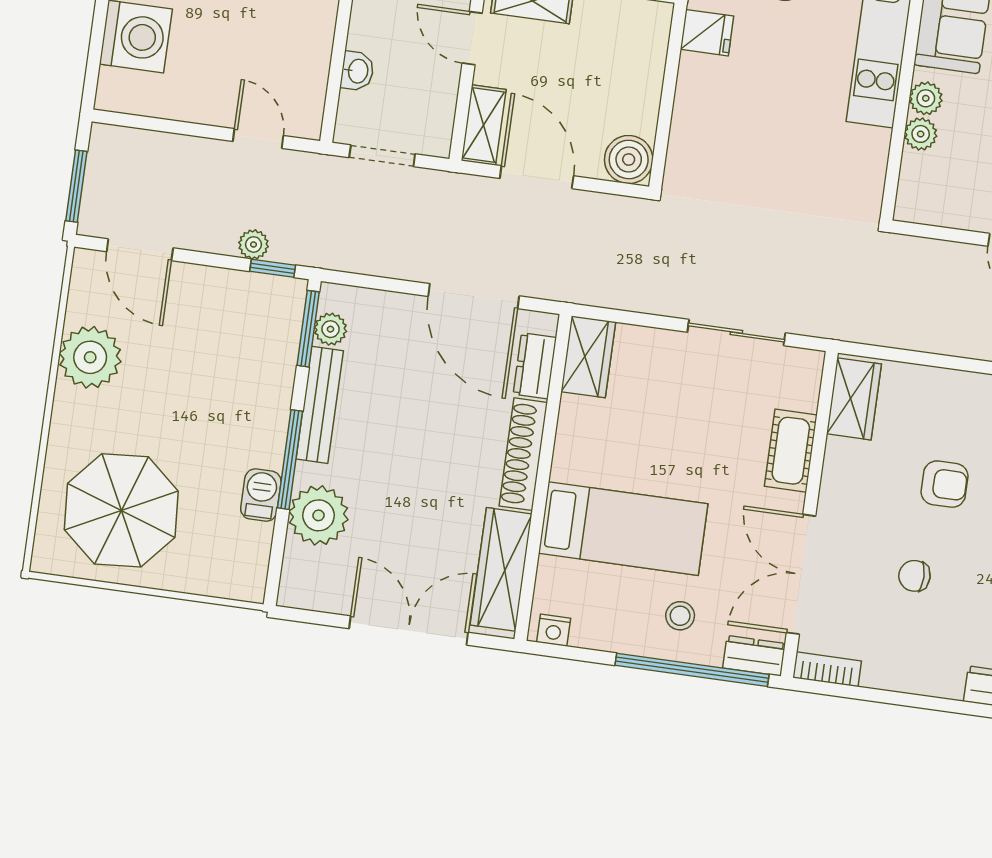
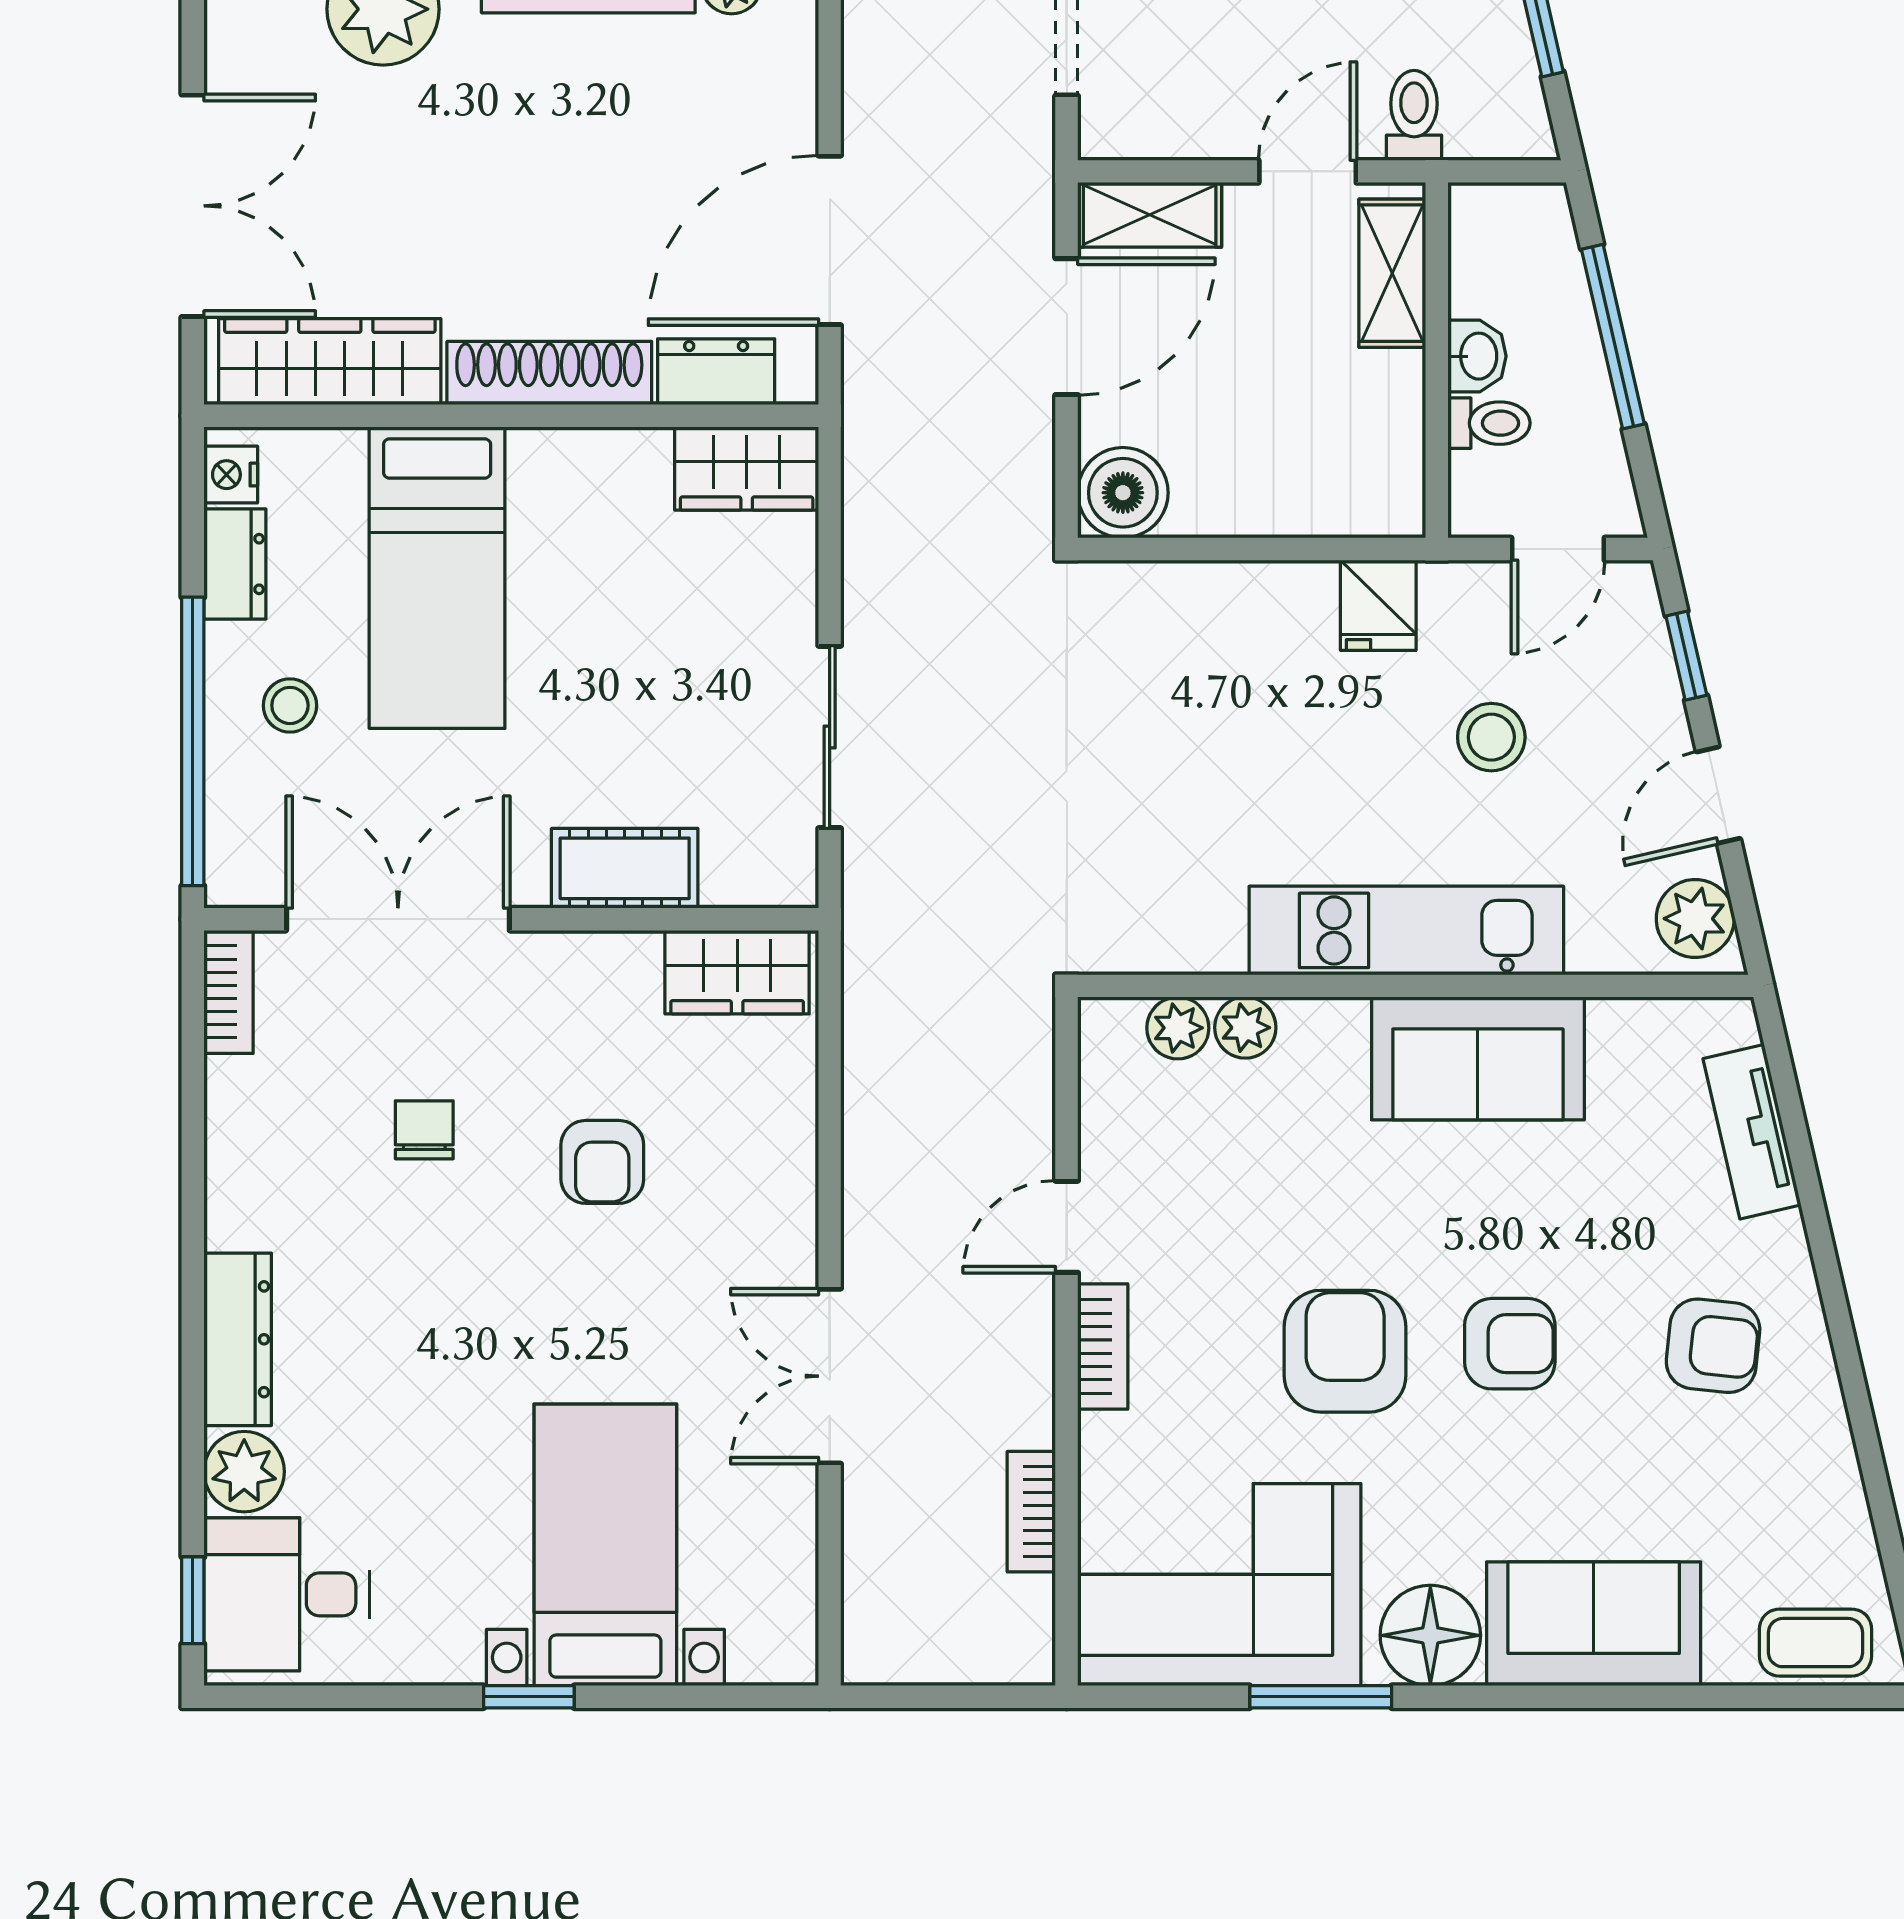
plant: (926, 98) -> (1178, 1028), moved
dresser: (754, 656) -> (235, 564), moved

